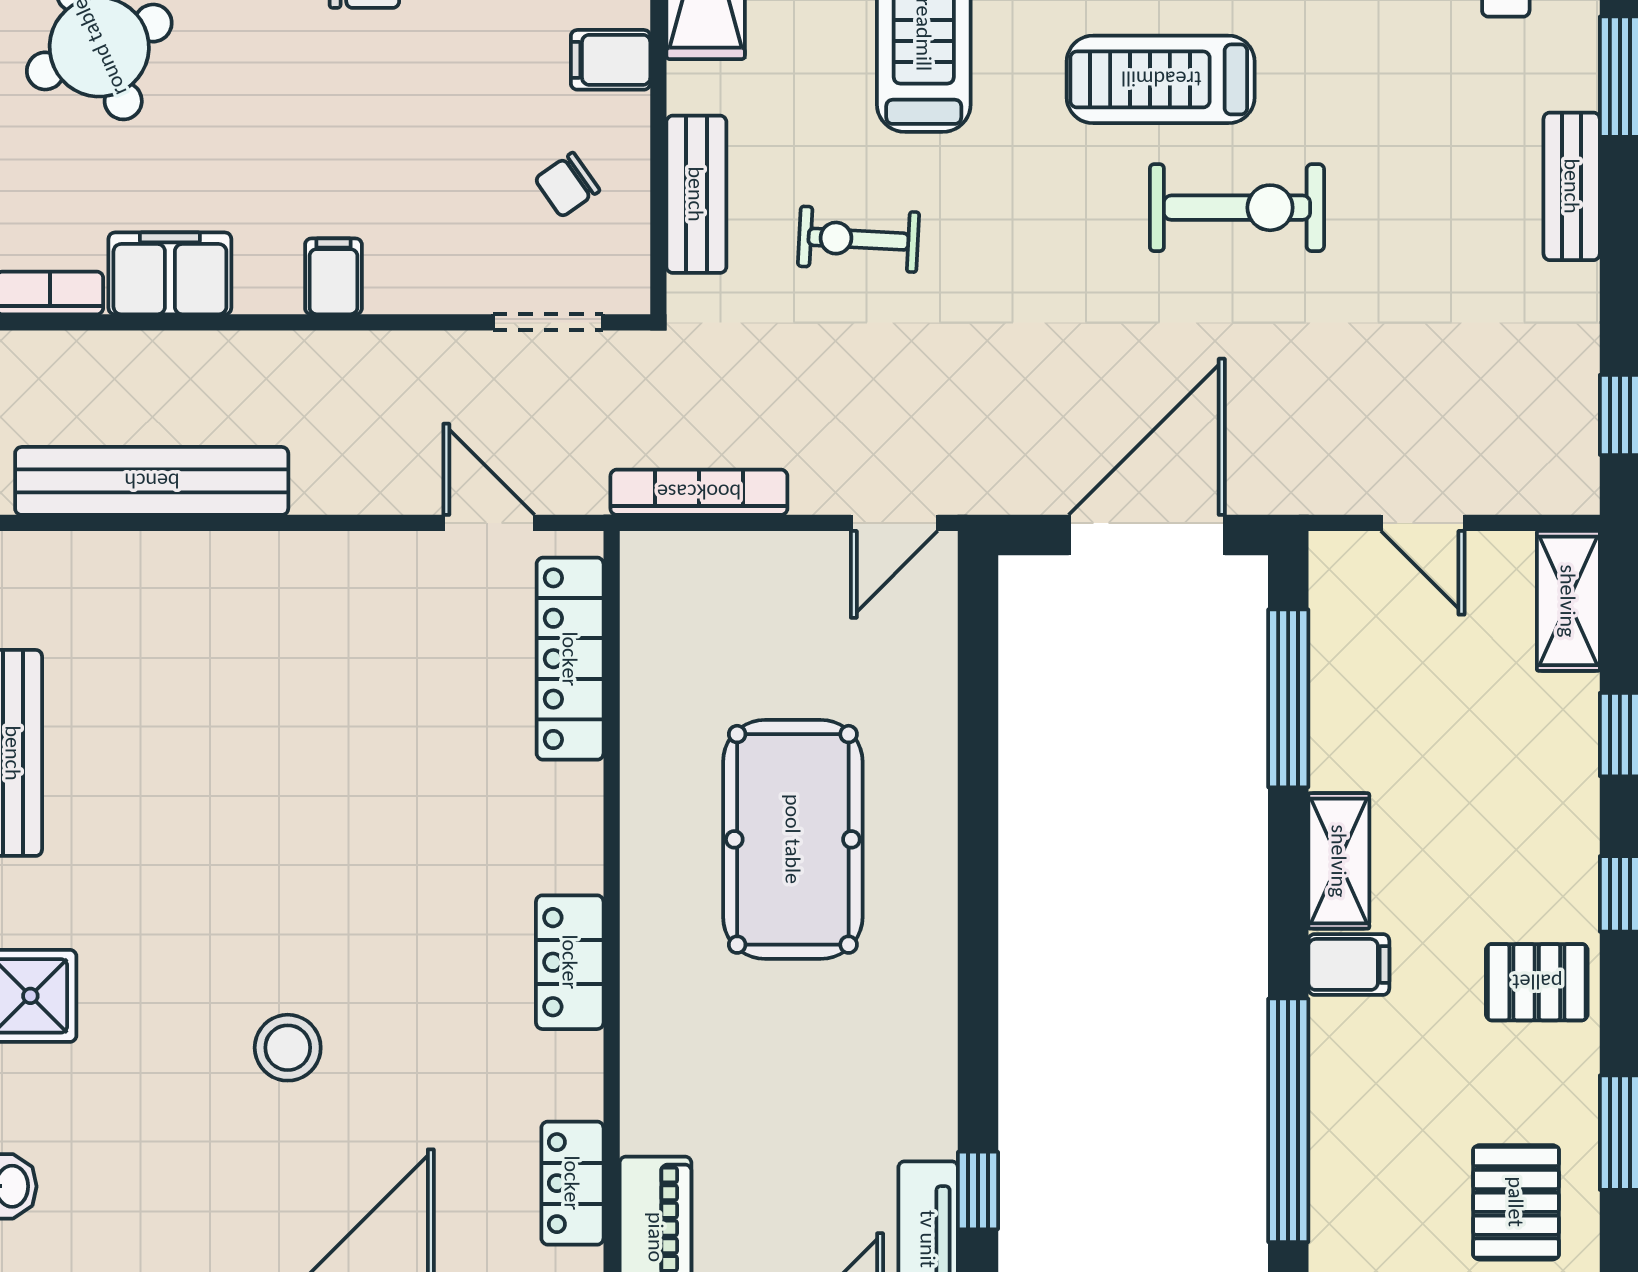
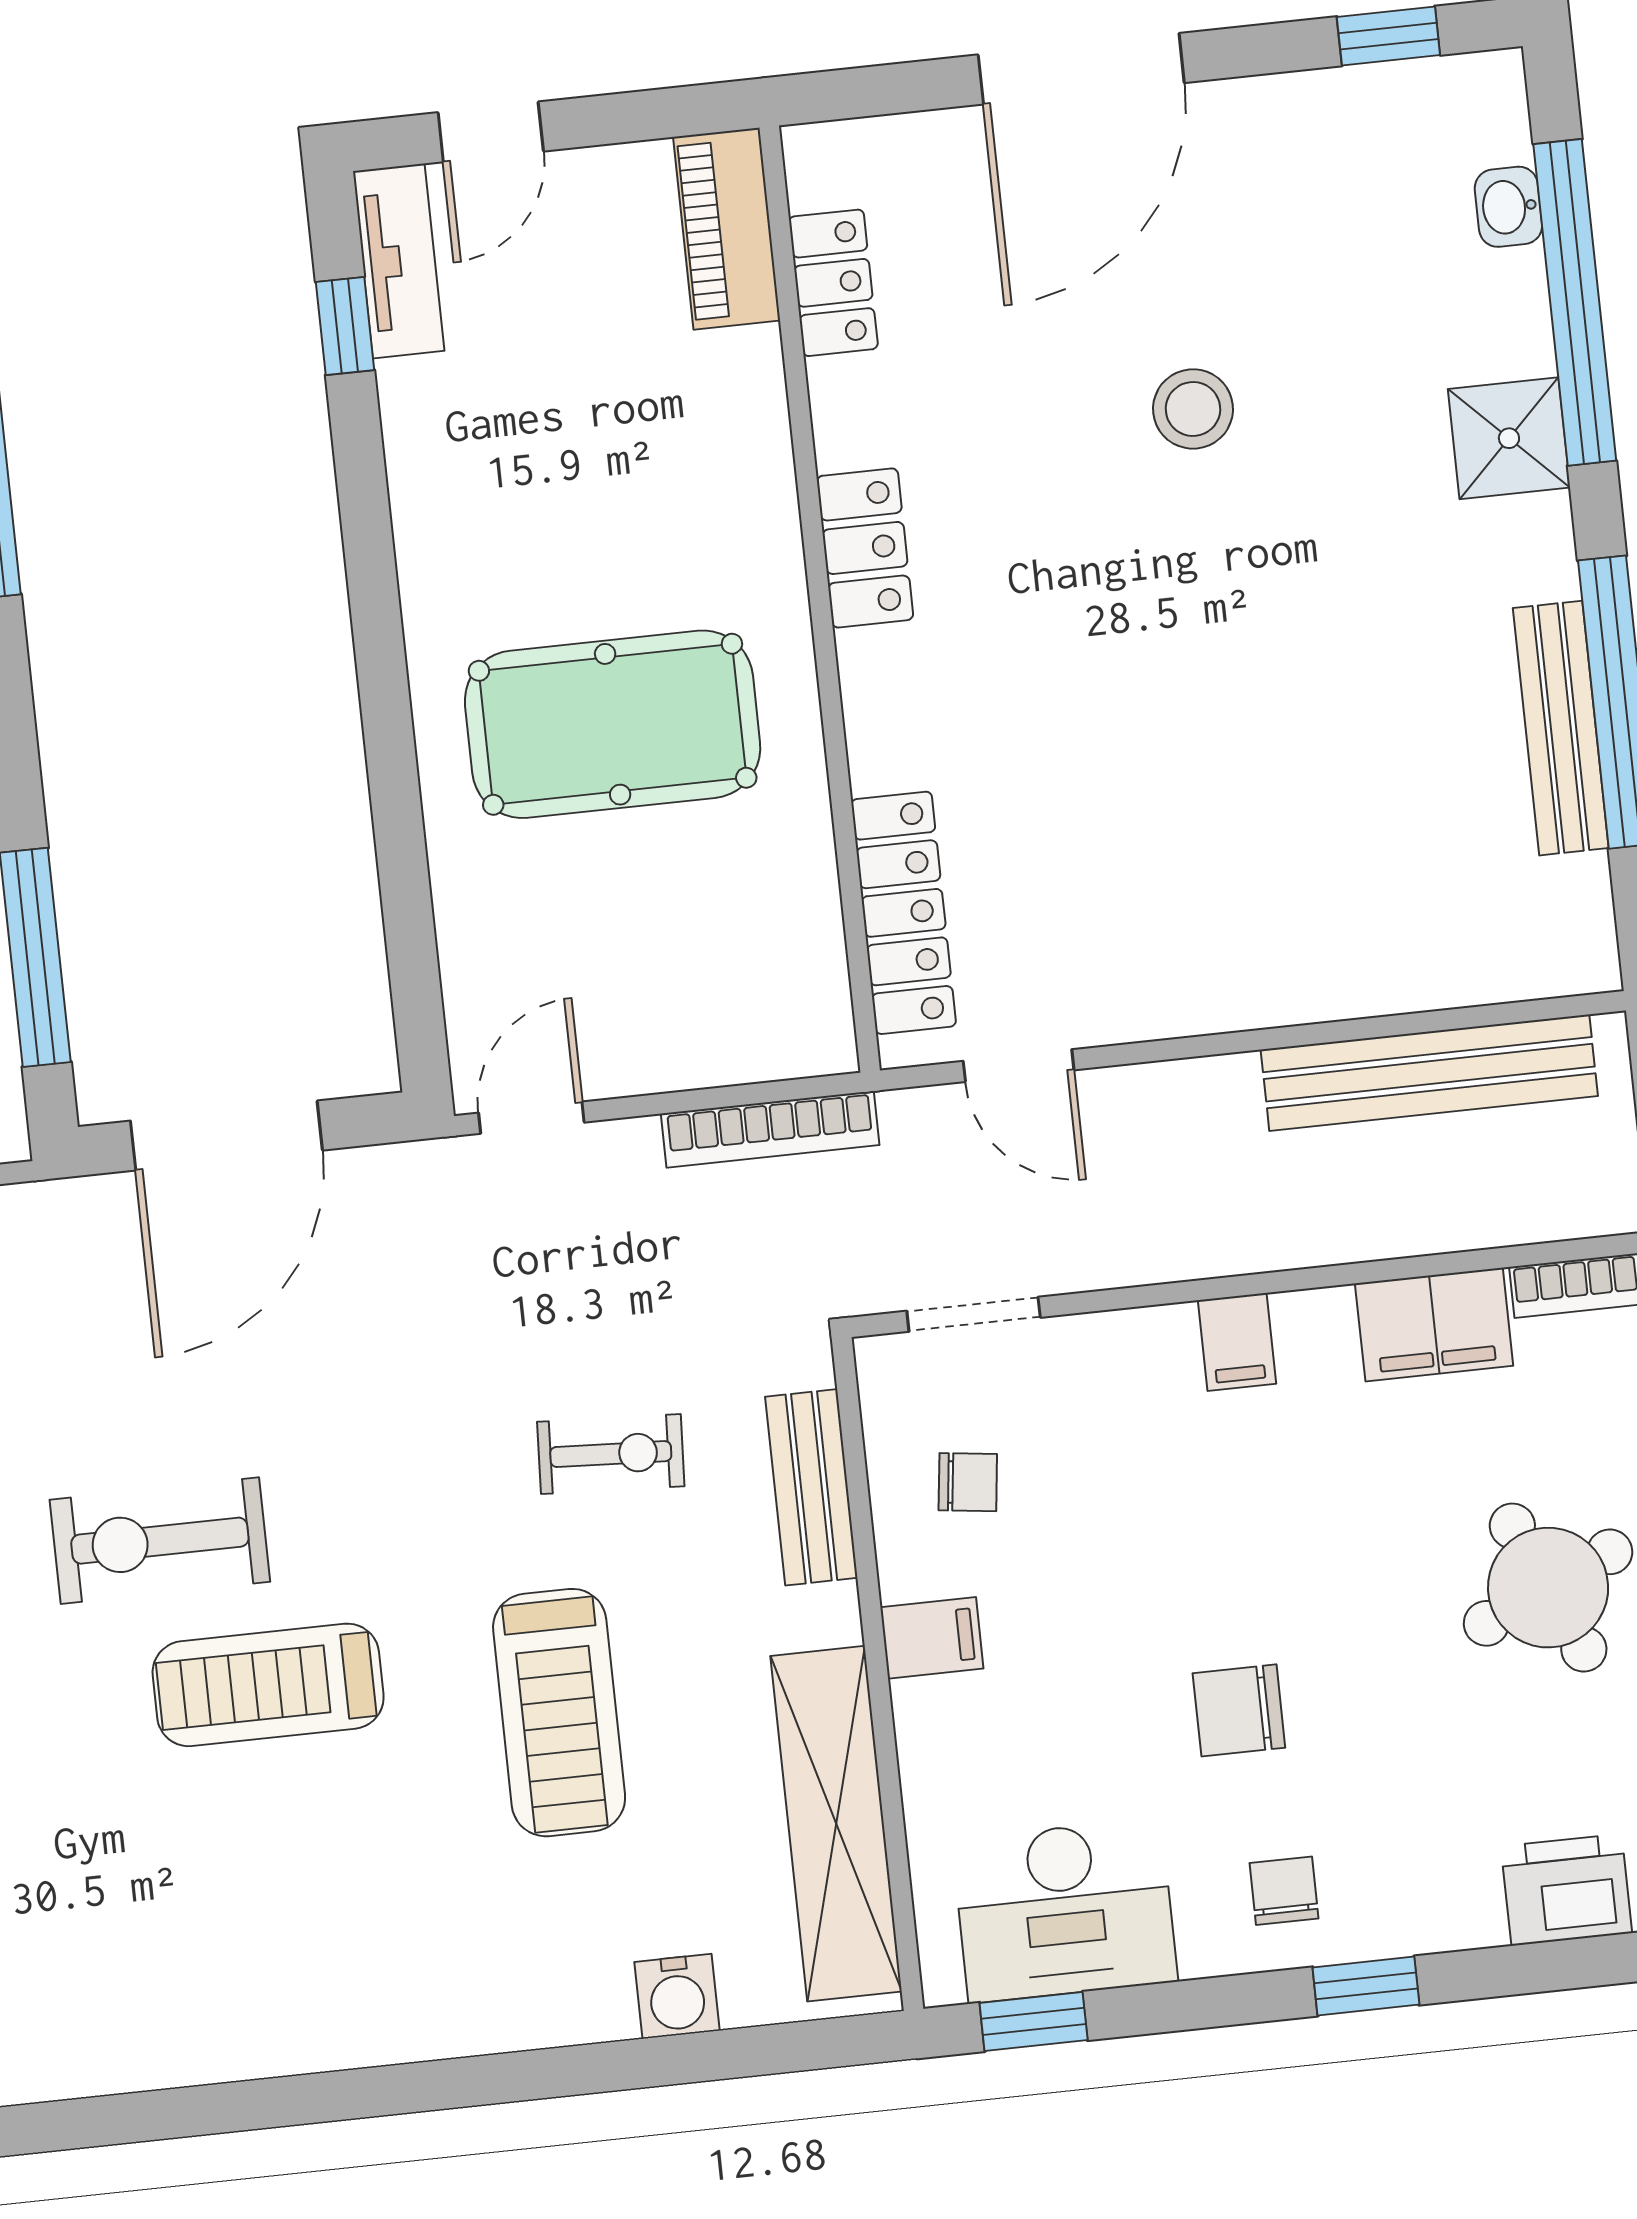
treadmill: (1161, 79) -> (268, 1685), turned 180
chair: (567, 185) -> (968, 1482), turned 42
pool table: (793, 839) -> (613, 724), turned 90

